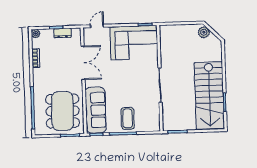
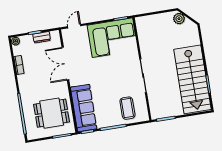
double door: (83, 63) -> (65, 64), swing flipped
dining table: (63, 111) -> (52, 113), width x0.73
coffee table: (128, 118) -> (127, 108), moved

